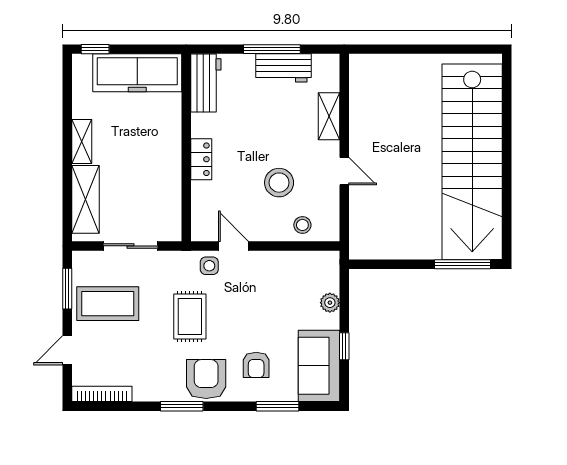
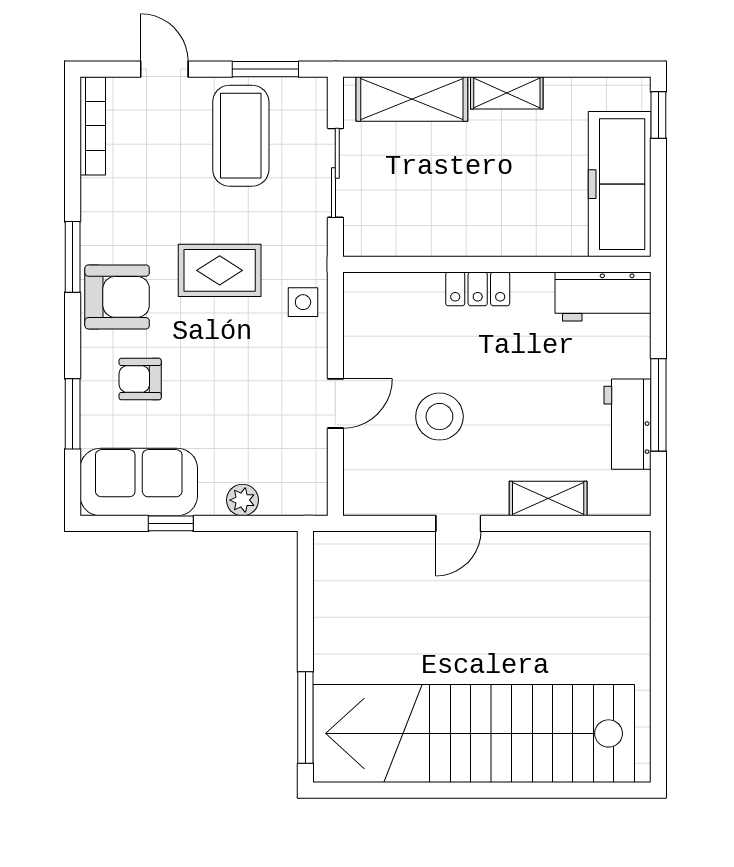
stool: (302, 225) -> (370, 455), removed
door: (233, 246) -> (335, 403), moved

